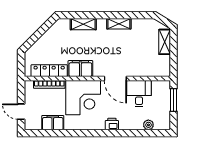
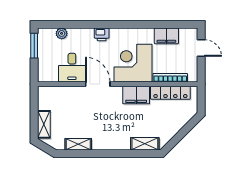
shelving: (83, 24) -> (145, 144), moved
shelving: (119, 24) -> (78, 144), moved
window: (174, 100) -> (34, 46), moved

